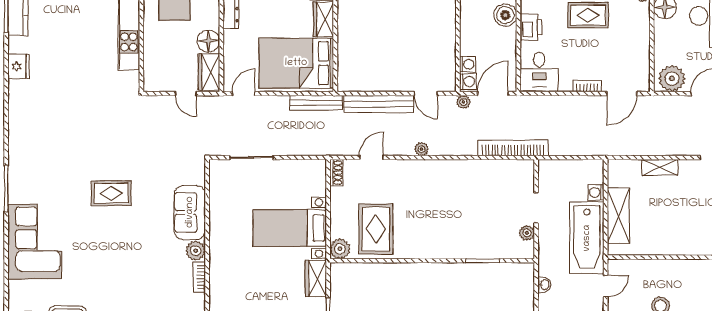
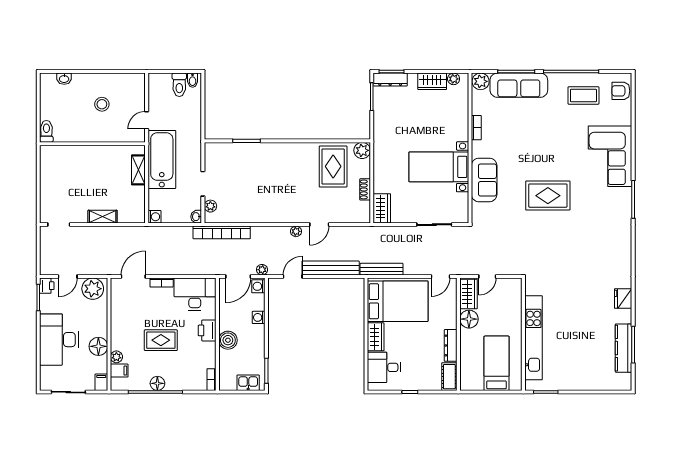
washing machine: (467, 64) -> (259, 317), moved
desk: (539, 72) -> (195, 294), width x1.37
door: (186, 94) -> (487, 277), swing flipped
door: (426, 94) -> (293, 277), hinge flipped
door: (371, 158) -> (319, 225), moved
shoe rack: (336, 173) -> (365, 189), moved
washing machine: (596, 192) -> (154, 217), moved
rug: (111, 193) -> (548, 196), width x1.36, depth x1.43
shelving: (618, 216) -> (138, 170), width x0.67, depth x0.75
bed with nightstands: (290, 228) -> (439, 167), moved, turned 180
plant: (527, 233) -> (210, 206), moved
plant: (196, 251) -> (479, 149), removed
wardrobe: (316, 279) -> (382, 208), moved
washbasin: (544, 285) -> (196, 217), moved

